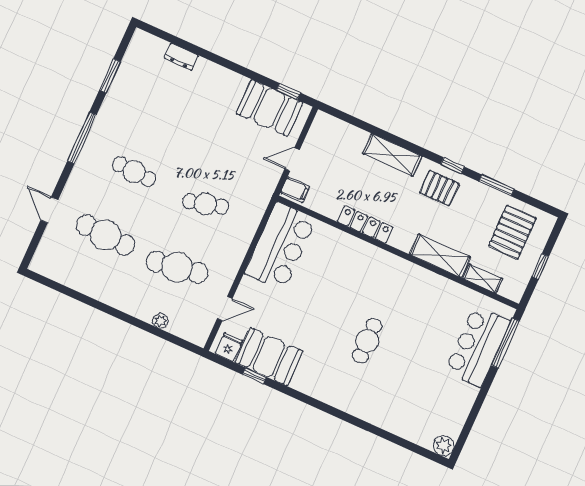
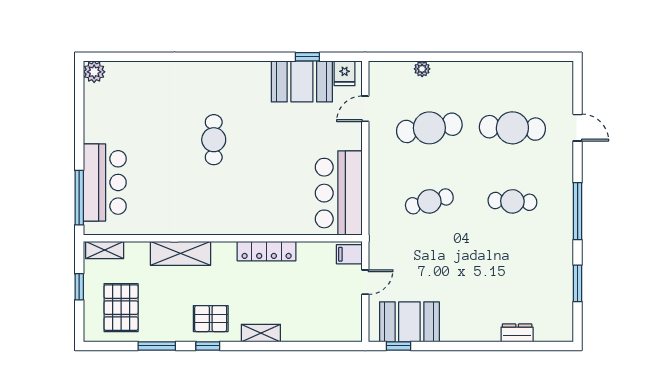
shelving: (392, 155) -> (261, 333), width x0.67, depth x0.75
shelving: (483, 279) -> (105, 250), moved

